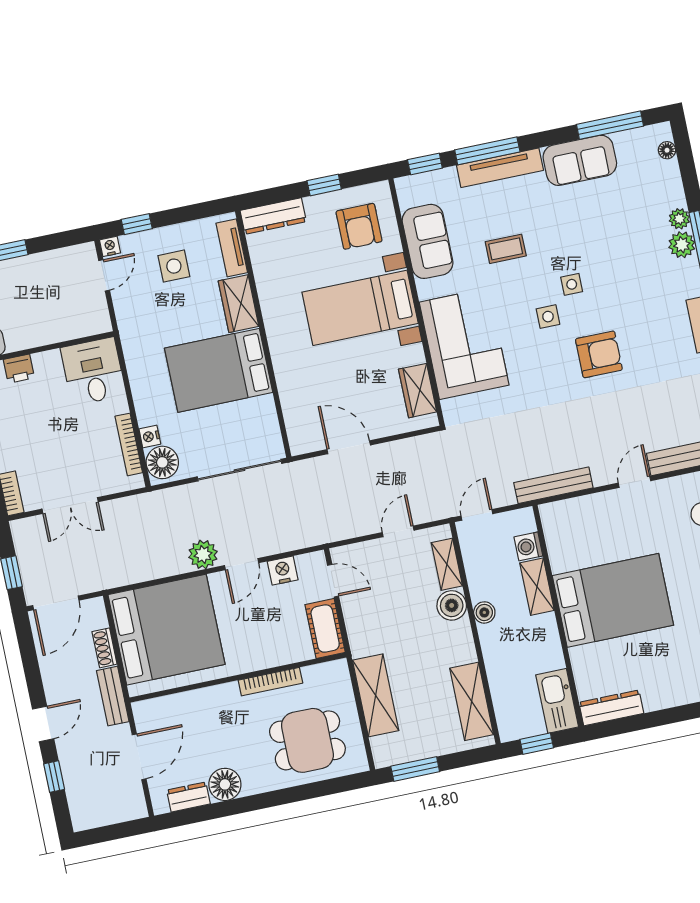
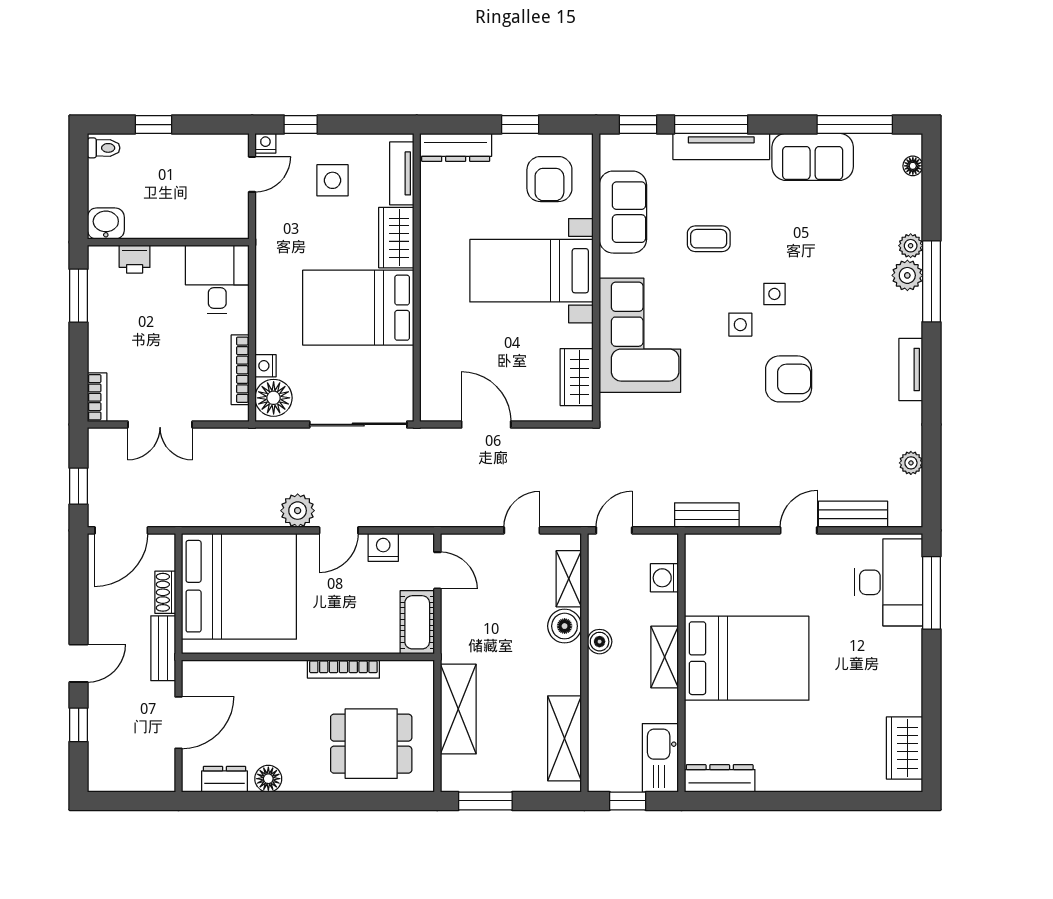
bench: (553, 485) -> (707, 515), width x0.73
shelving: (537, 587) -> (665, 657), moved
floor lamp: (225, 784) -> (268, 779), width x0.73, depth x0.73

